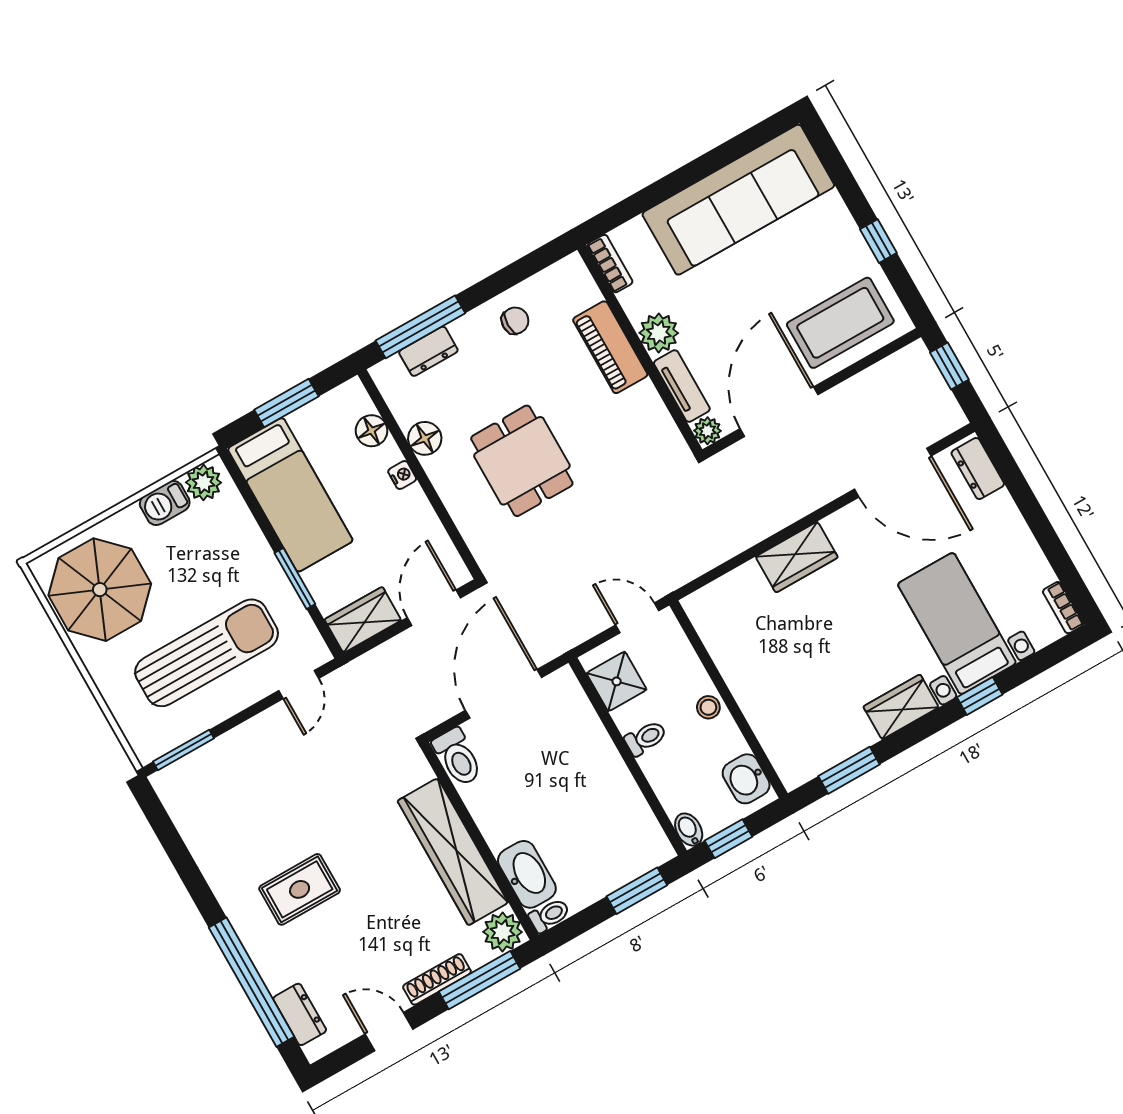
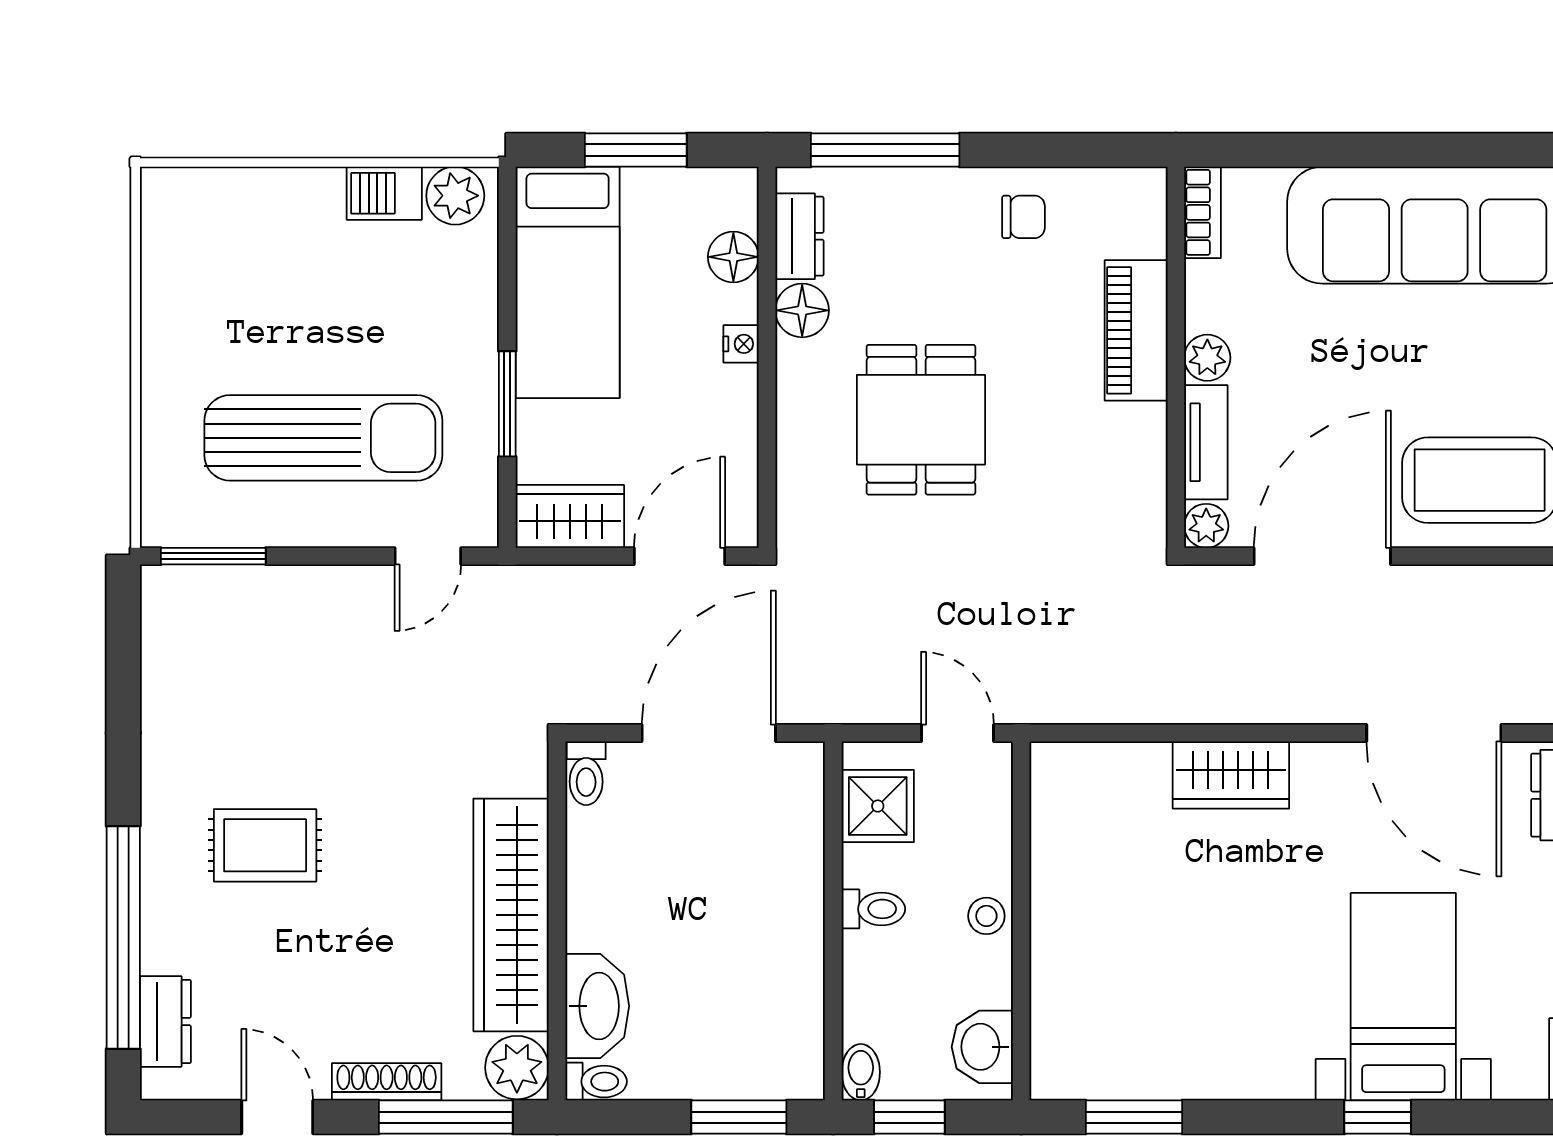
plant: (659, 333) -> (1207, 358), width x0.73, depth x0.73
dresser: (428, 351) -> (799, 236), moved, turned -90
parasol: (100, 590) -> (224, 263), removed
wardrobe: (901, 707) -> (1258, 1070), removed
toilet: (458, 757) -> (586, 773), width x0.73, depth x0.72

